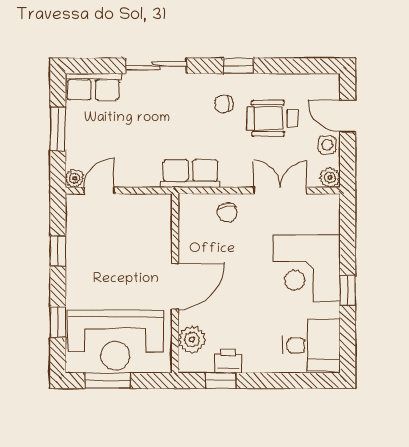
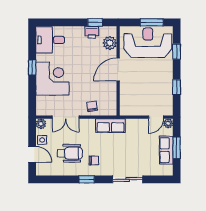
row of seats: (93, 87) -> (166, 150), moved, turned -90

